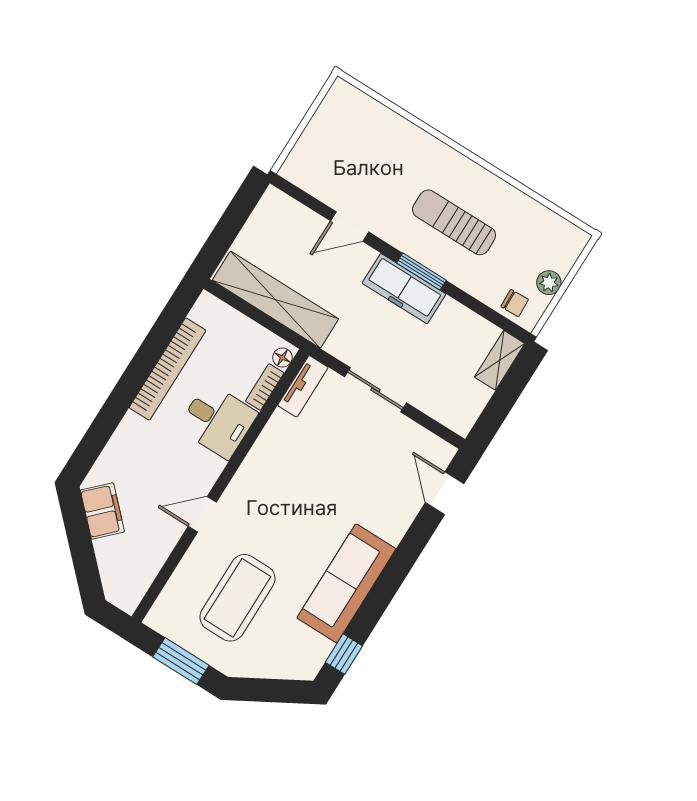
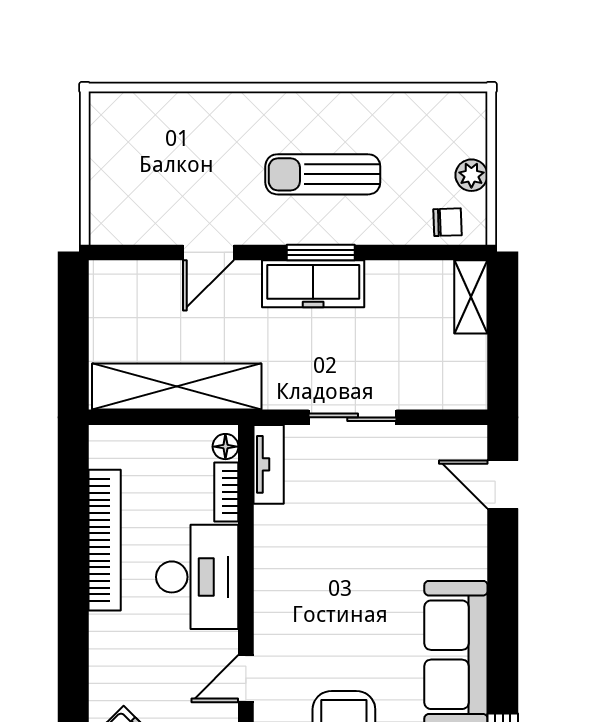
desk: (218, 421) -> (197, 577), width x1.37

